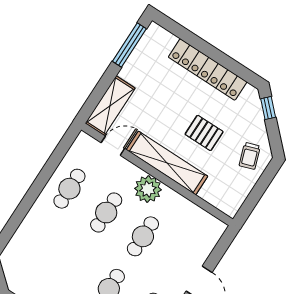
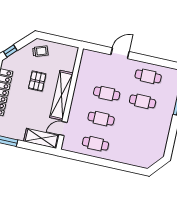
door: (113, 146) -> (63, 129), hinge flipped
plant: (148, 189) -> (80, 100), removed

